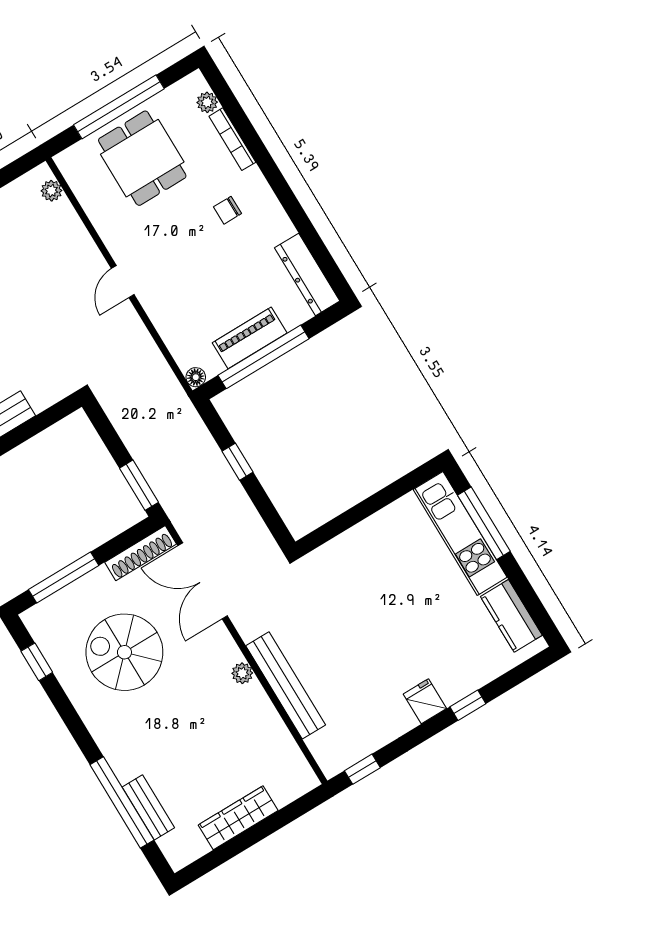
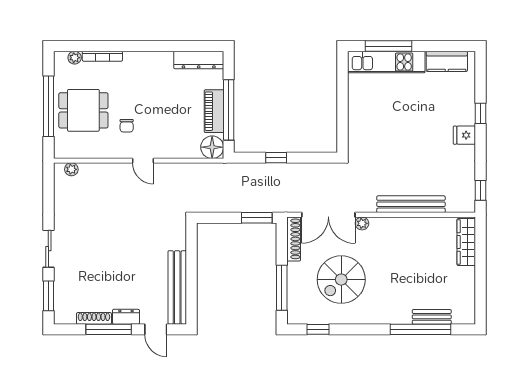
chair: (228, 210) -> (127, 126), moved
floor lamp: (196, 377) -> (212, 147), width x1.89, depth x1.89
plant: (242, 673) -> (362, 223), moved
wardrobe: (238, 818) -> (466, 242), moved

